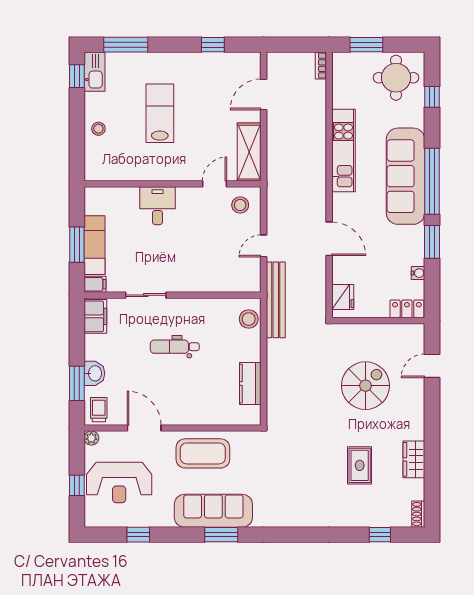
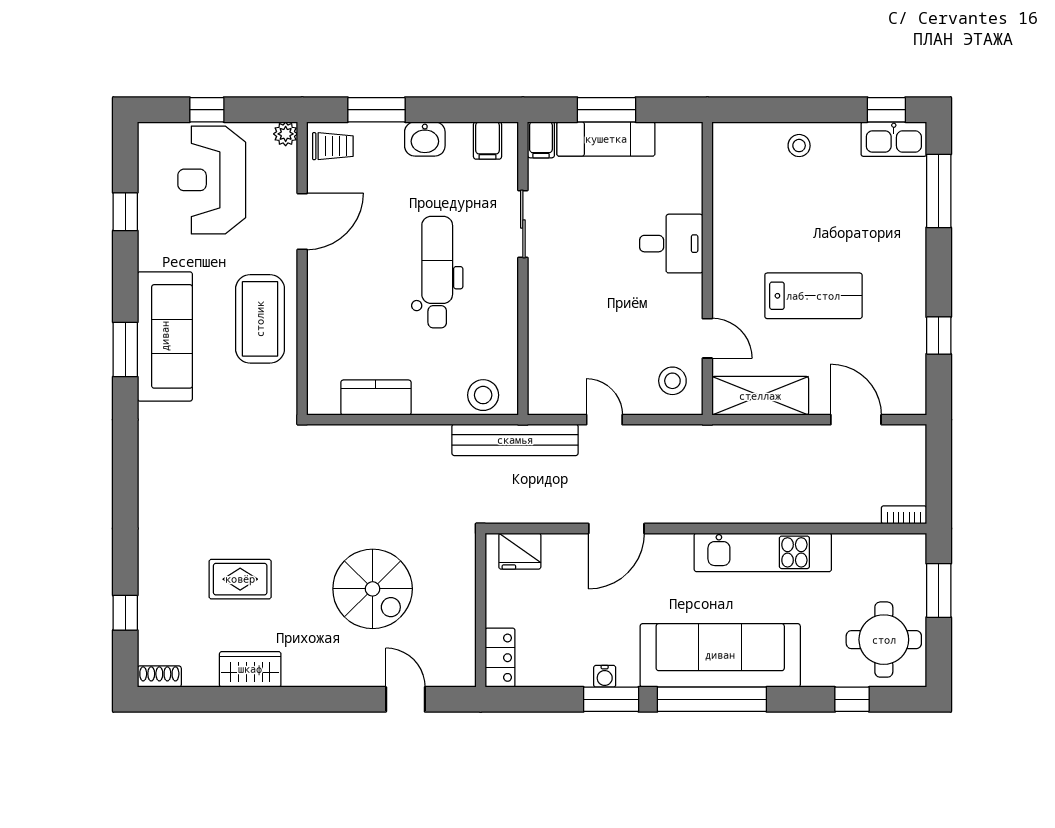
lab bench: (160, 113) -> (813, 296), moved
water cooler: (418, 273) -> (605, 676), moved
filing cabinet: (95, 316) -> (488, 140), width x0.50
dental chair: (175, 347) -> (437, 272), width x1.36, depth x1.38
washbasin: (94, 373) -> (425, 139), moved

